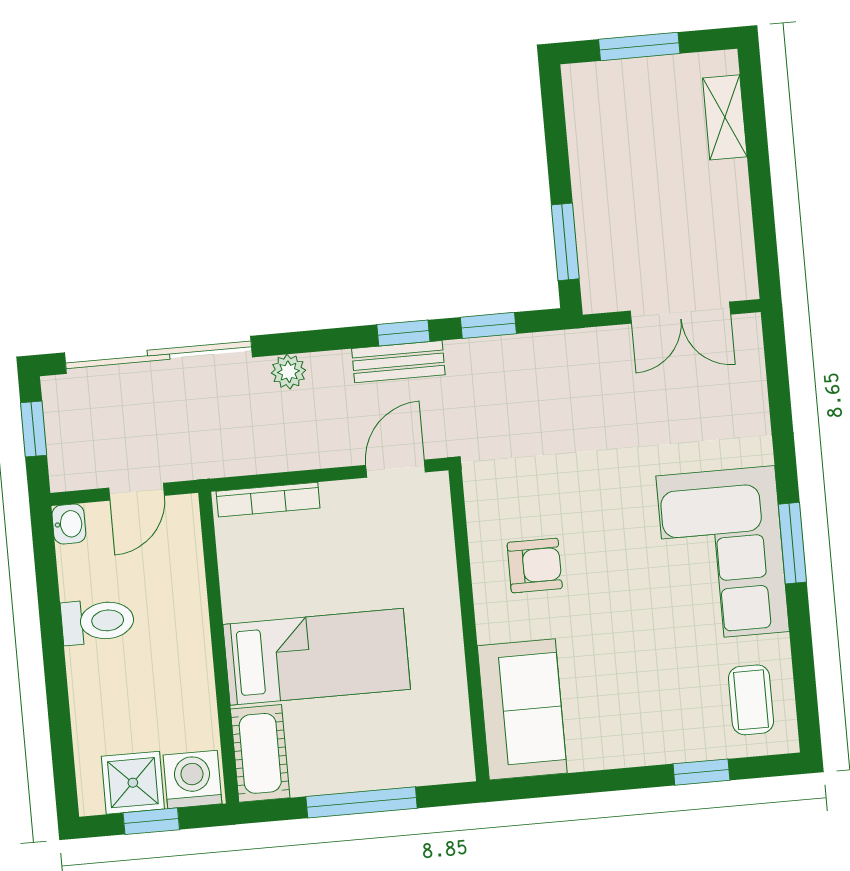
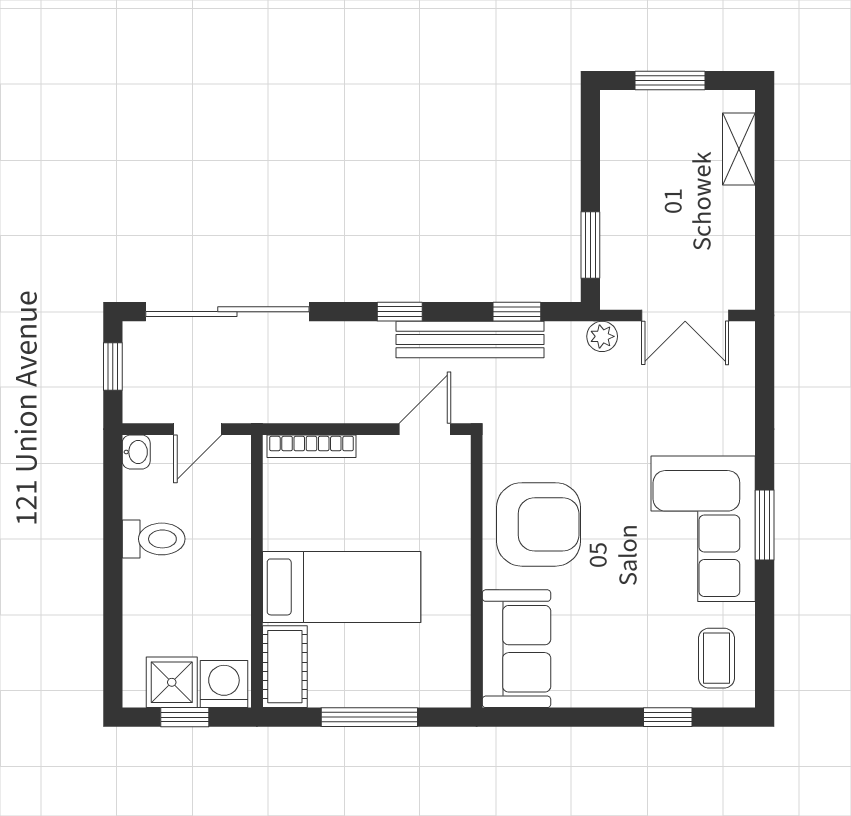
window: (403, 333) -> (400, 312), moved
bench: (398, 362) -> (470, 340), width x1.86, depth x1.21
plant: (289, 372) -> (602, 336), moved
armchair: (535, 566) -> (539, 524), width x1.88, depth x1.88

